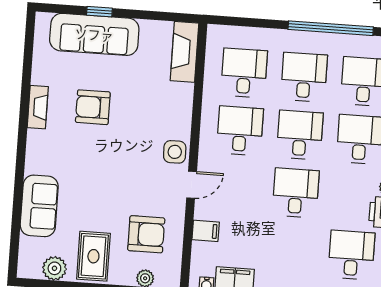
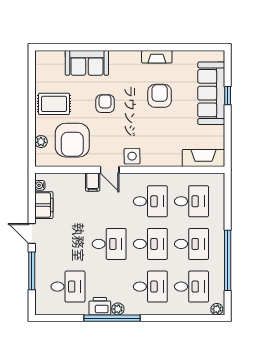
armchair: (98, 185) -> (105, 104), added
filing cabinet: (206, 231) -> (93, 182), moved
armchair: (146, 234) -> (72, 140), width x1.36, depth x1.36
plant: (54, 268) -> (43, 77), removed

